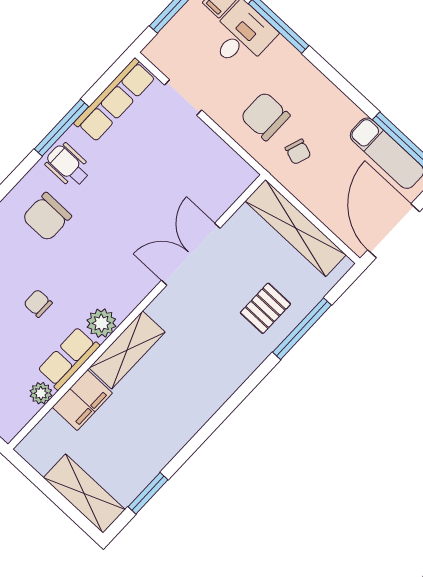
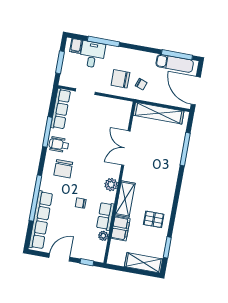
pallet: (265, 308) -> (154, 219), moved, turned 90
plant: (101, 323) -> (111, 185), moved

